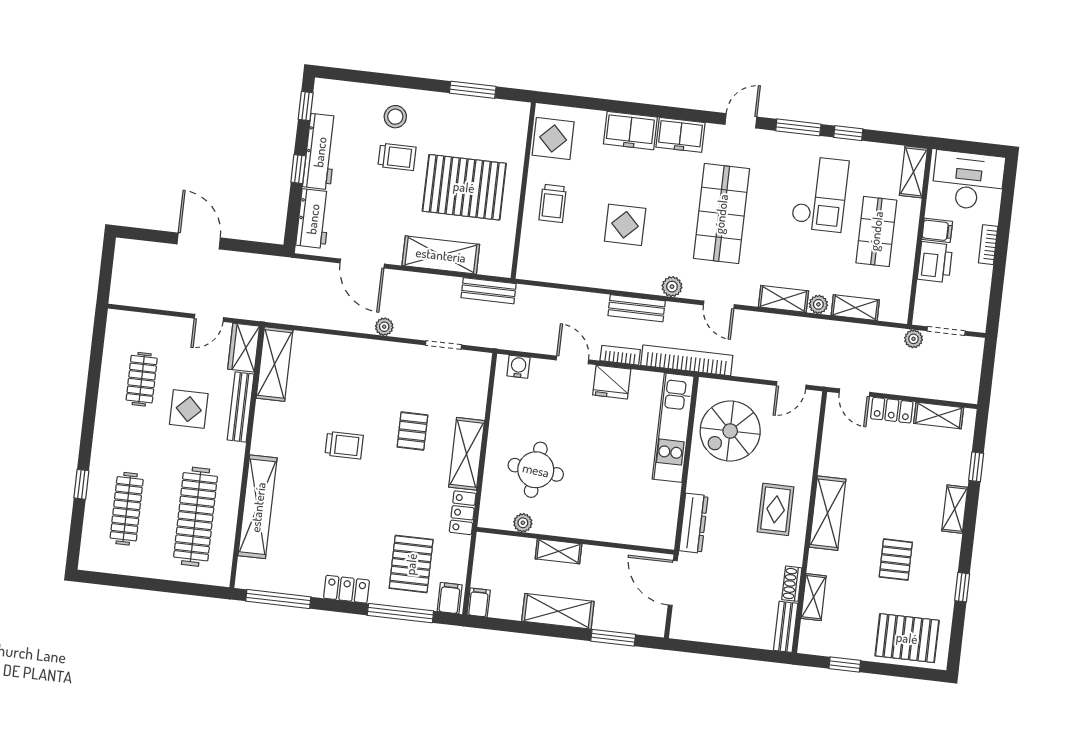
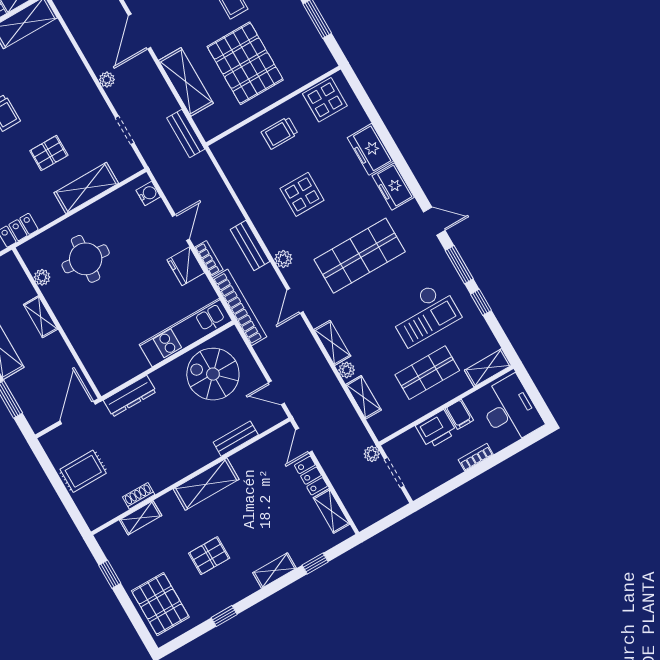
shelving: (467, 454) -> (86, 188), moved
rug: (776, 509) -> (83, 471), moved
bench: (786, 627) -> (236, 439), moved

